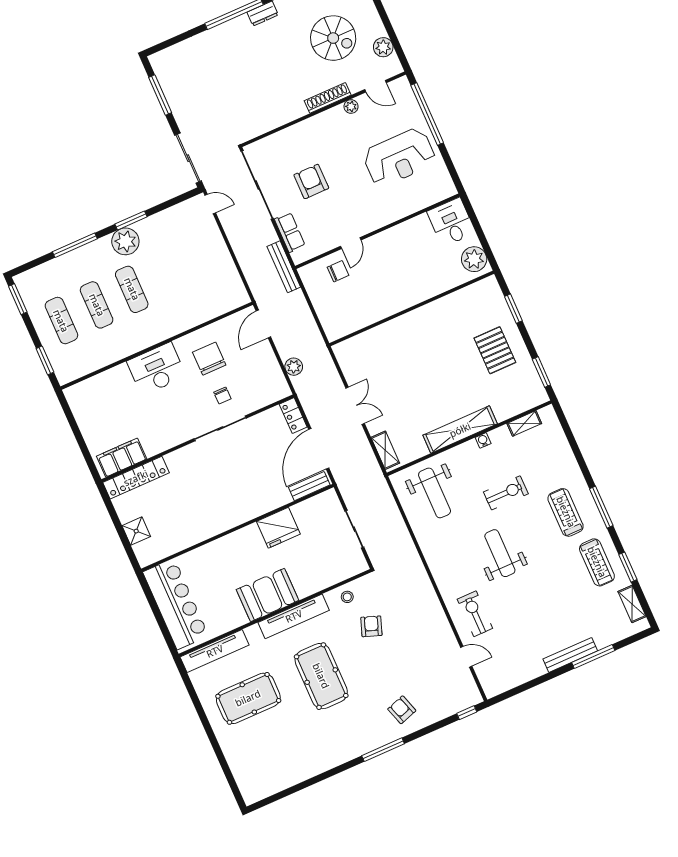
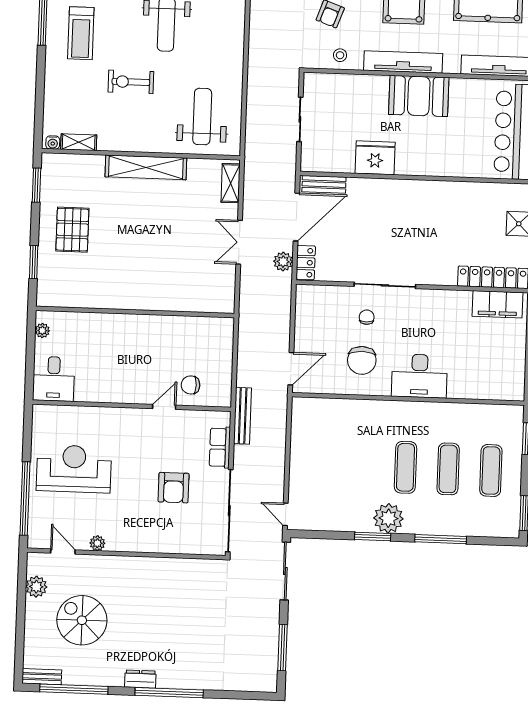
shoe rack: (328, 98) -> (117, 563), removed
plant: (474, 259) -> (42, 331), width x0.53, depth x0.53
plant: (294, 367) -> (283, 262), moved
water cooler: (483, 440) -> (53, 143), moved

